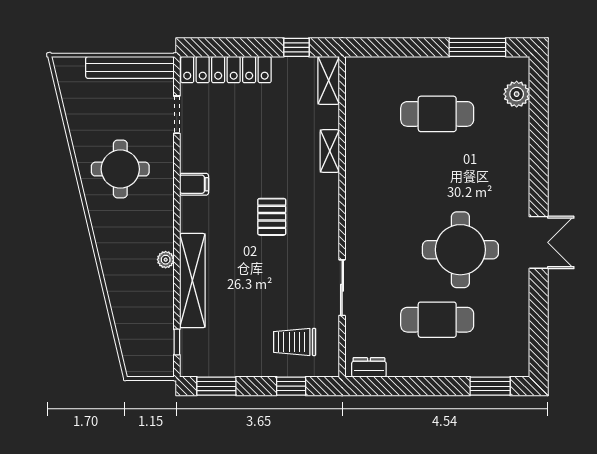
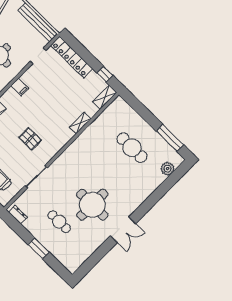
pallet: (272, 217) -> (30, 139), moved, turned 90
cafe table: (437, 320) -> (59, 222), width x0.73, depth x0.74
window: (490, 386) -> (39, 248), moved

